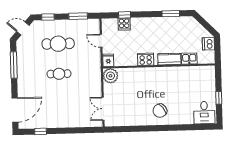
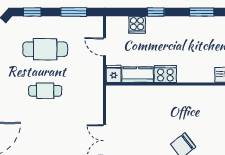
window: (125, 15) -> (156, 12), moved
kitchen counter: (169, 59) -> (138, 75), moved
plant: (110, 76) -> (116, 96), removed

